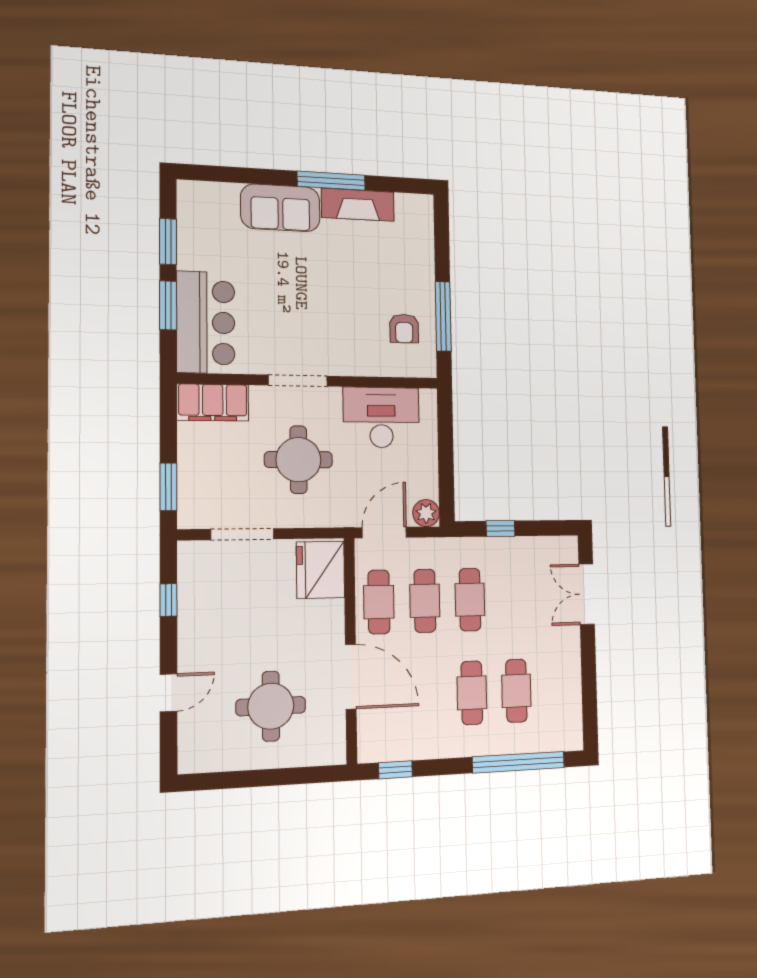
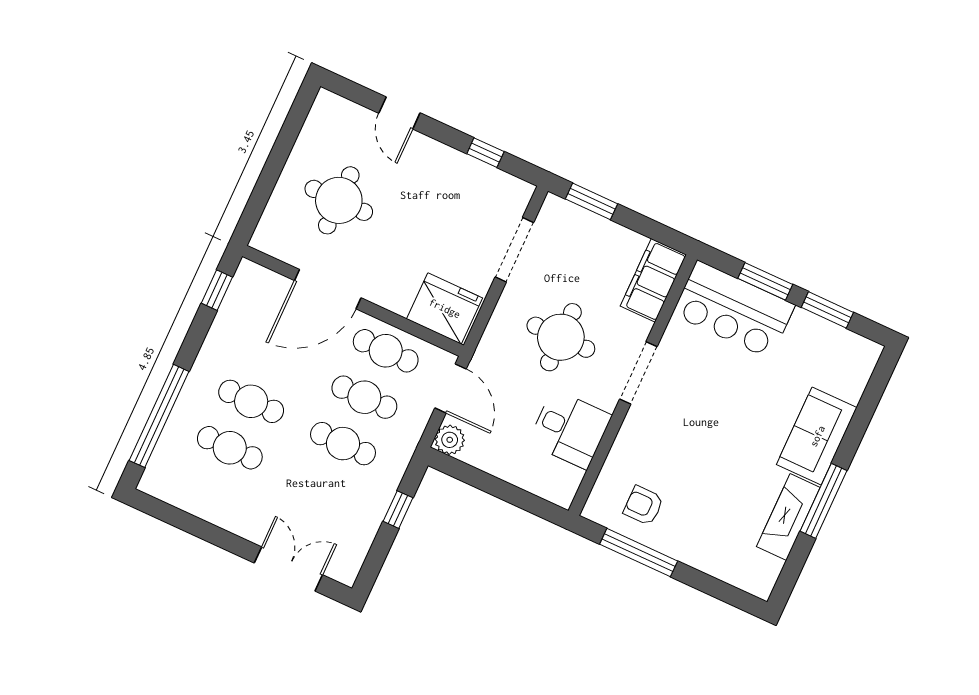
desk: (381, 417) -> (570, 429), width x0.73

